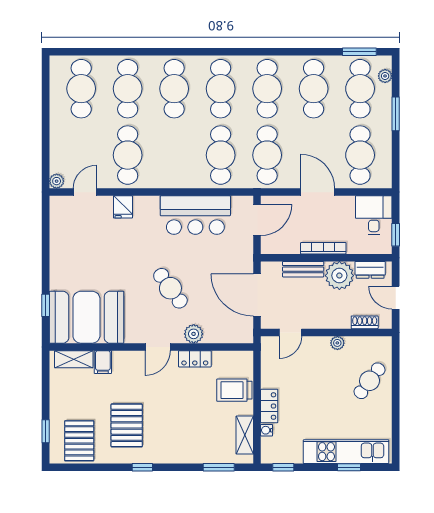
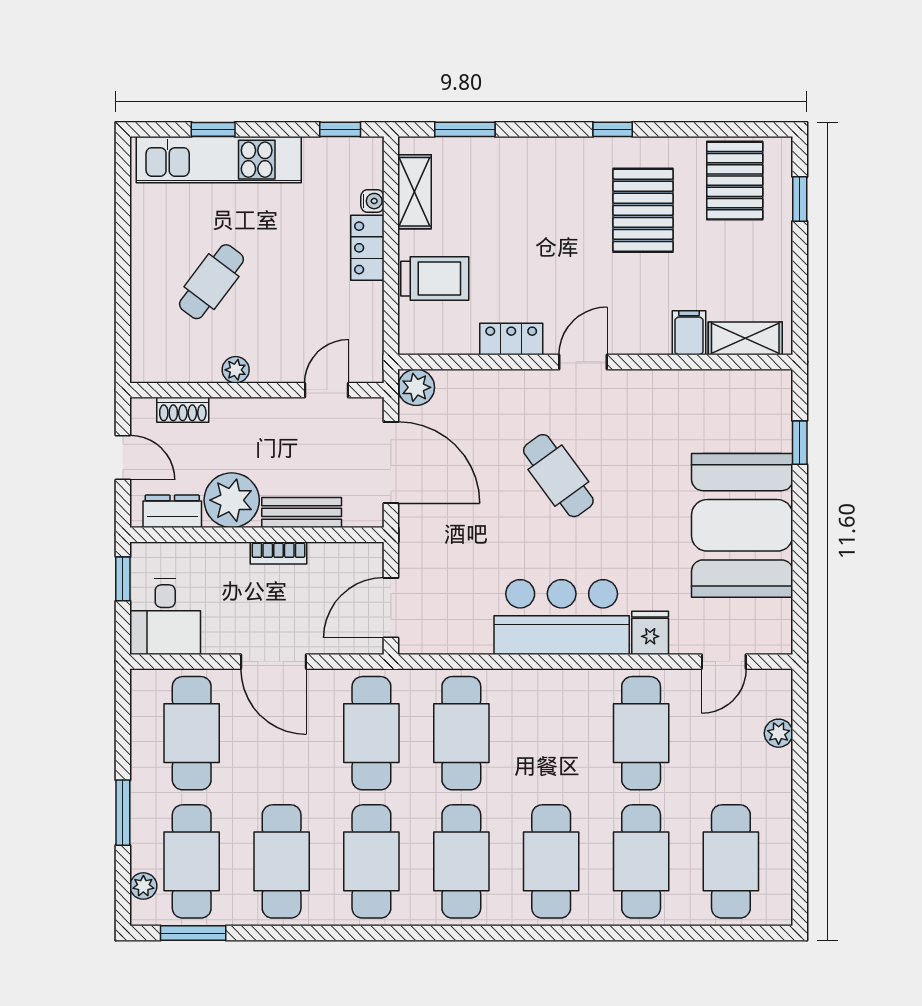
plant: (57, 181) -> (779, 733), moved
bar counter: (195, 215) -> (562, 617), moved
bookcase: (323, 248) -> (279, 553), width x0.64
booth: (86, 317) -> (742, 525), moved, turned 90
plant: (194, 334) -> (416, 387), moved
cafe table: (369, 381) -> (211, 282), moved

